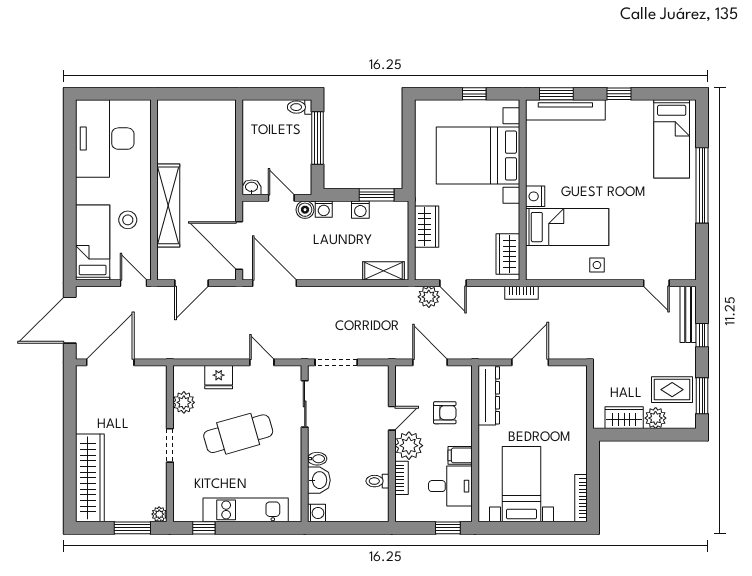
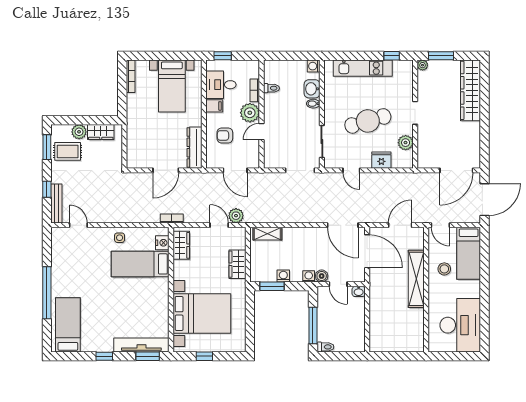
nightstand: (535, 196) -> (162, 243), moved

